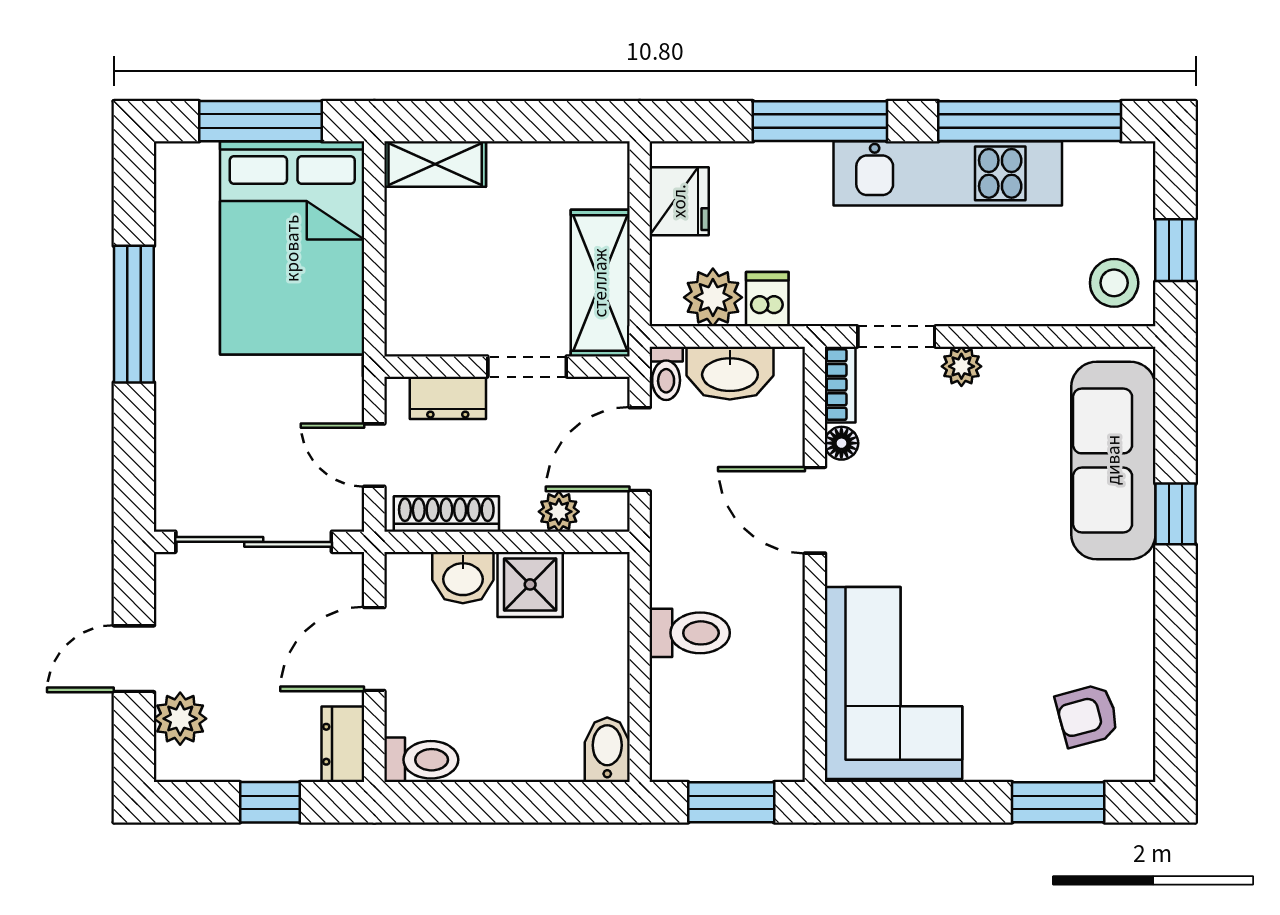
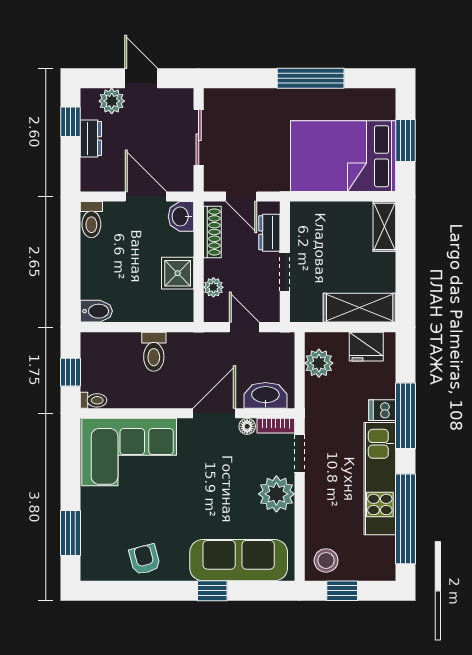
window: (261, 121) -> (406, 141), width x0.69
shelving: (600, 283) -> (360, 308), moved
dishwasher: (767, 299) -> (382, 410), moved, turned 180
plant: (961, 366) -> (276, 494), width x1.88, depth x1.88
toilet: (666, 373) -> (94, 400), moved, turned 180
washbasin: (730, 373) -> (265, 395), moved, turned 90
door: (640, 449) -> (244, 327), width x0.73
door: (374, 455) -> (241, 197), swing flipped
sliding door: (254, 542) -> (199, 137), width x0.73
washbasin: (463, 578) -> (181, 216), moved
armchair: (1087, 715) -> (145, 559), moved
dresser: (343, 744) -> (91, 138), moved, turned 90
window: (270, 802) -> (71, 122), moved
window: (731, 802) -> (71, 372), width x0.67

